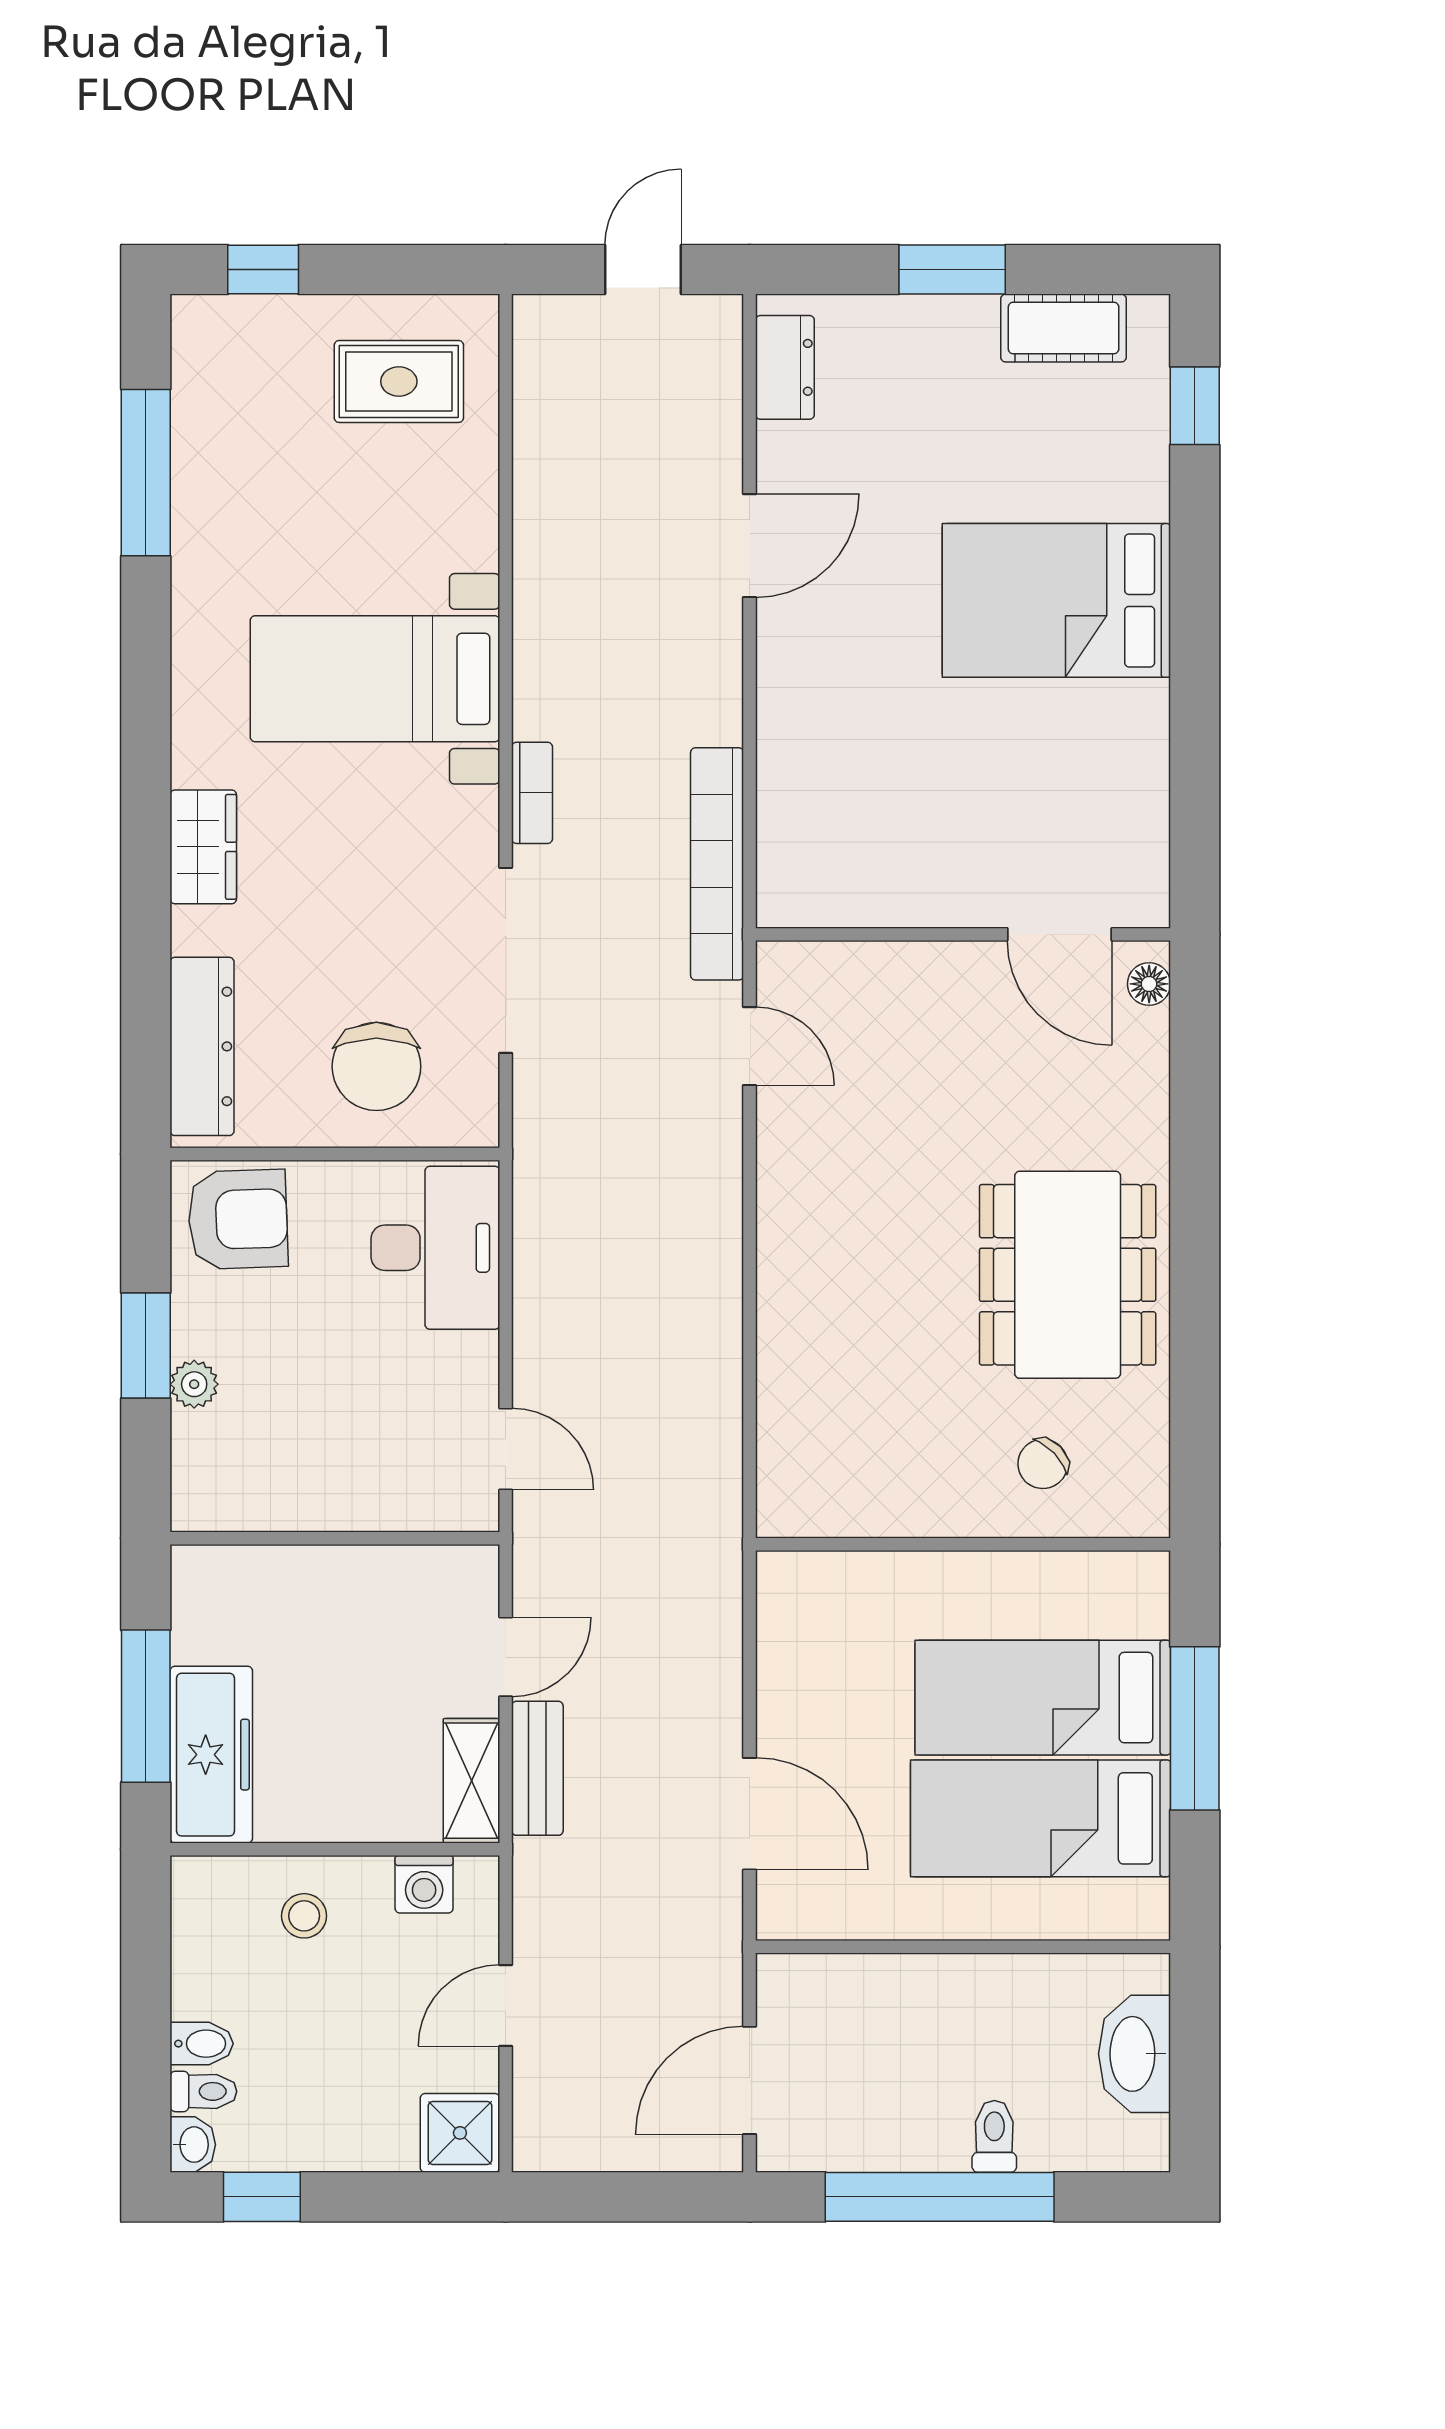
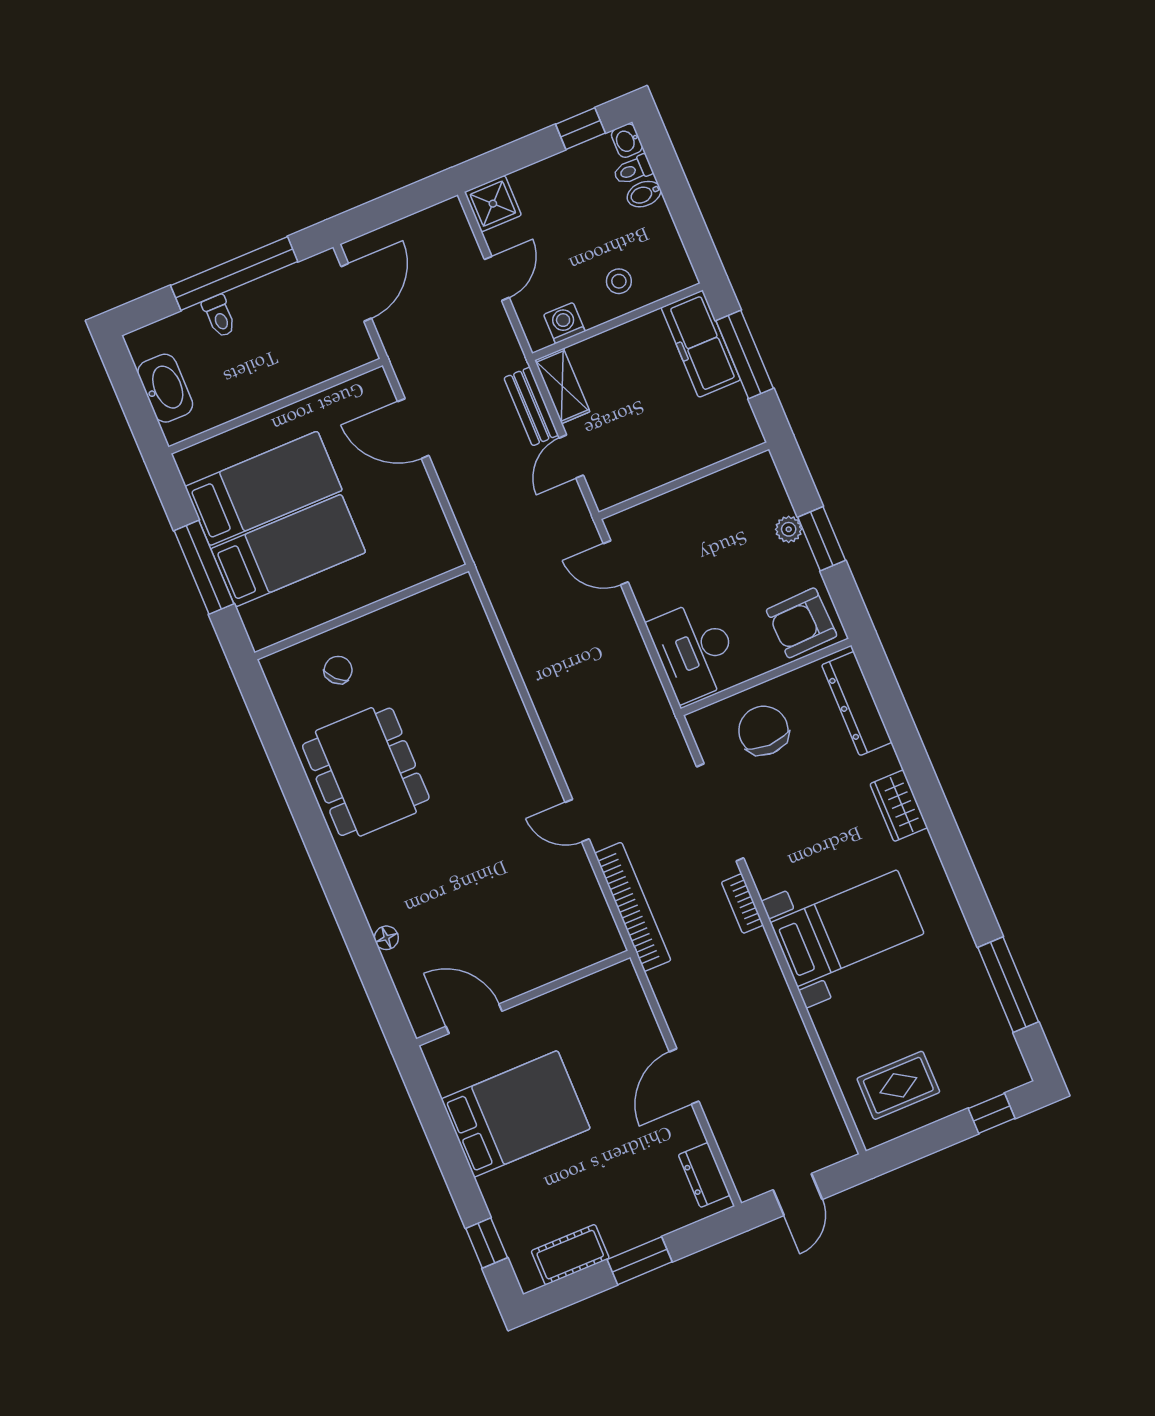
wall: (963, 934) -> (523, 998), moved
door: (1060, 934) -> (474, 1019), moved

